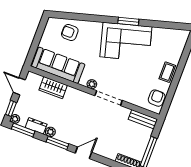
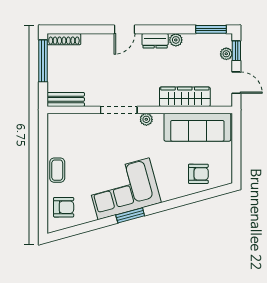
wardrobe: (53, 88) -> (185, 97), width x1.50
armchair: (157, 98) -> (64, 207), moved, turned -90
plant: (15, 119) -> (226, 54), moved
dresser: (36, 126) -> (155, 41), moved
window: (57, 143) -> (162, 29), removed

